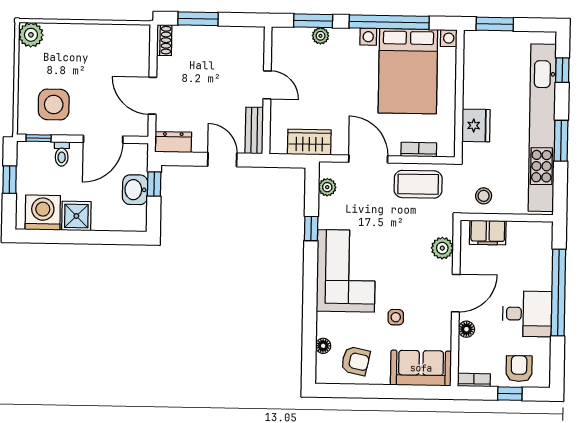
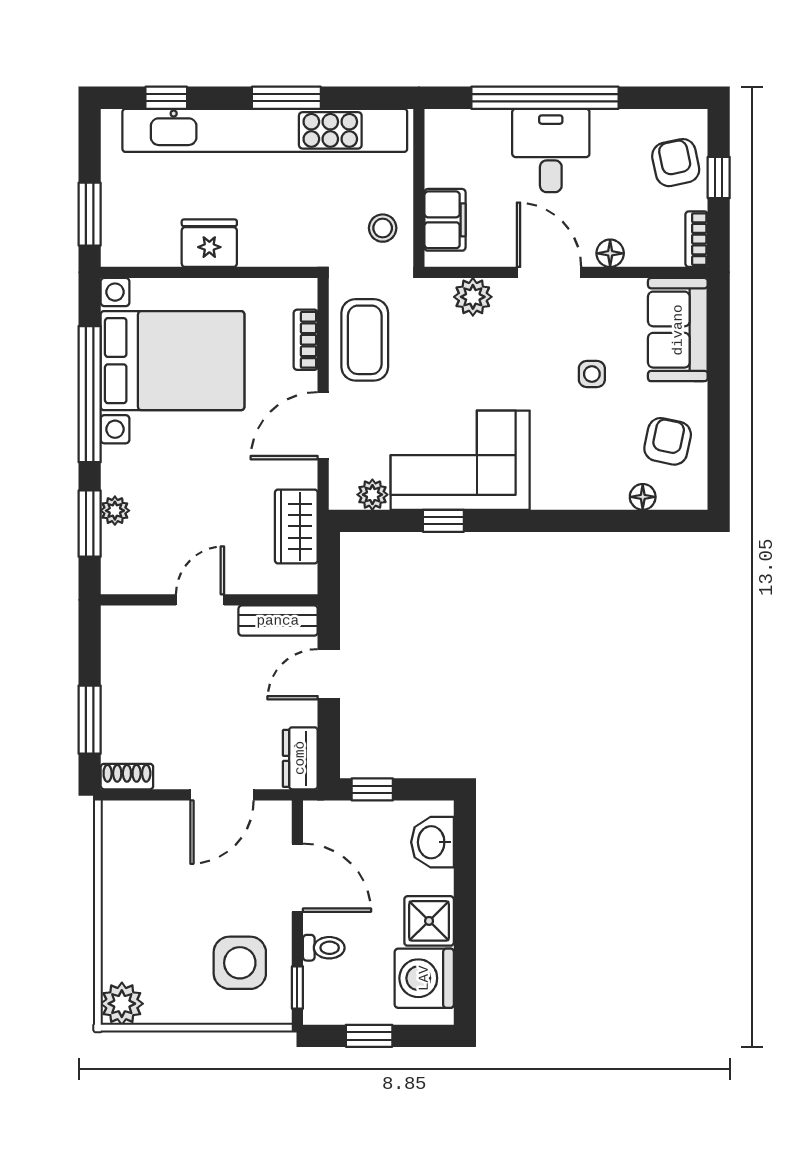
fridge: (476, 126) -> (209, 243), moved
washbasin: (135, 190) -> (432, 842), moved, turned 90
corner sofa: (346, 271) -> (460, 460), moved
desk: (527, 314) -> (551, 150), moved
armchair: (519, 369) -> (676, 163), turned 78

